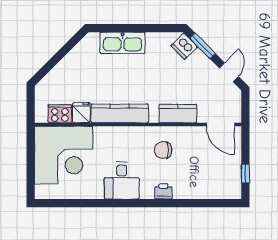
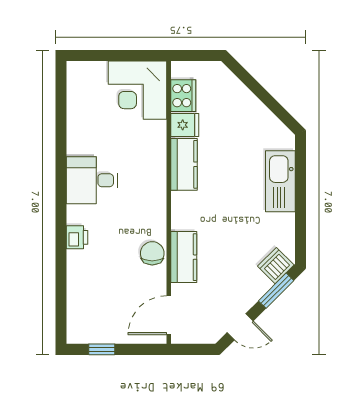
kitchen counter: (120, 113) -> (184, 164), width x0.67
chair: (163, 150) -> (152, 253), moved
corner desk: (64, 155) -> (137, 90), width x0.74, depth x0.74

